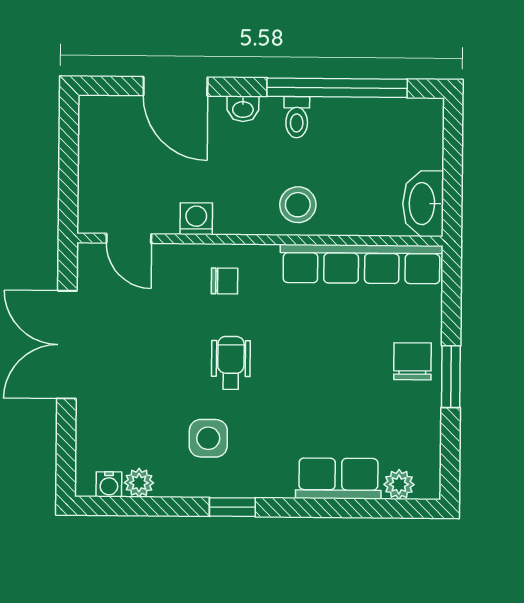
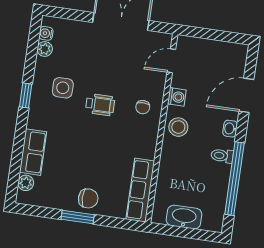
washbasin: (423, 204) -> (184, 217), moved
stool: (298, 205) -> (178, 127), moved
row of seats: (361, 264) -> (140, 190), width x0.73

